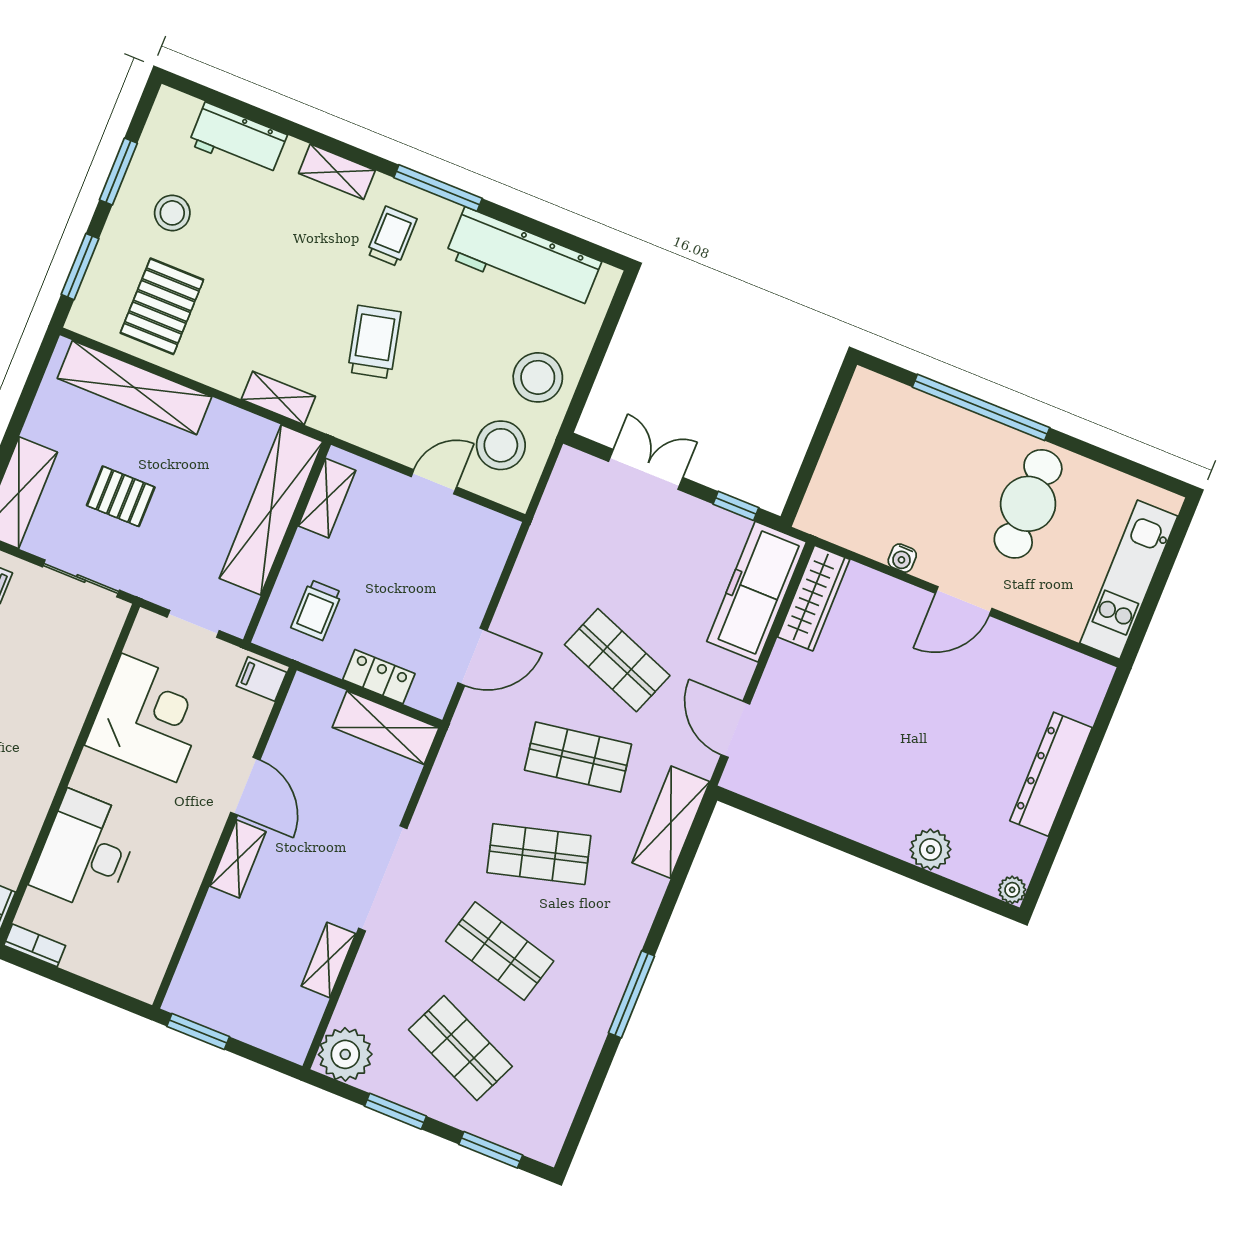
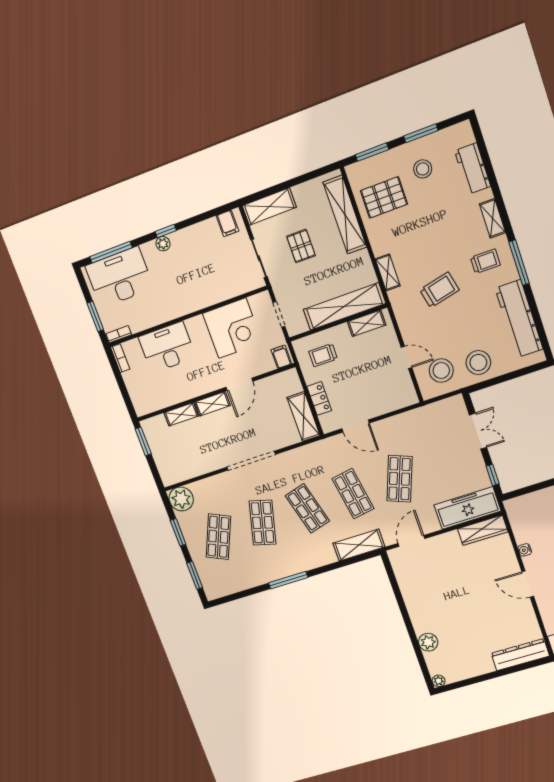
dresser: (1051, 774) -> (520, 655), moved
shelving: (328, 960) -> (181, 414), moved

